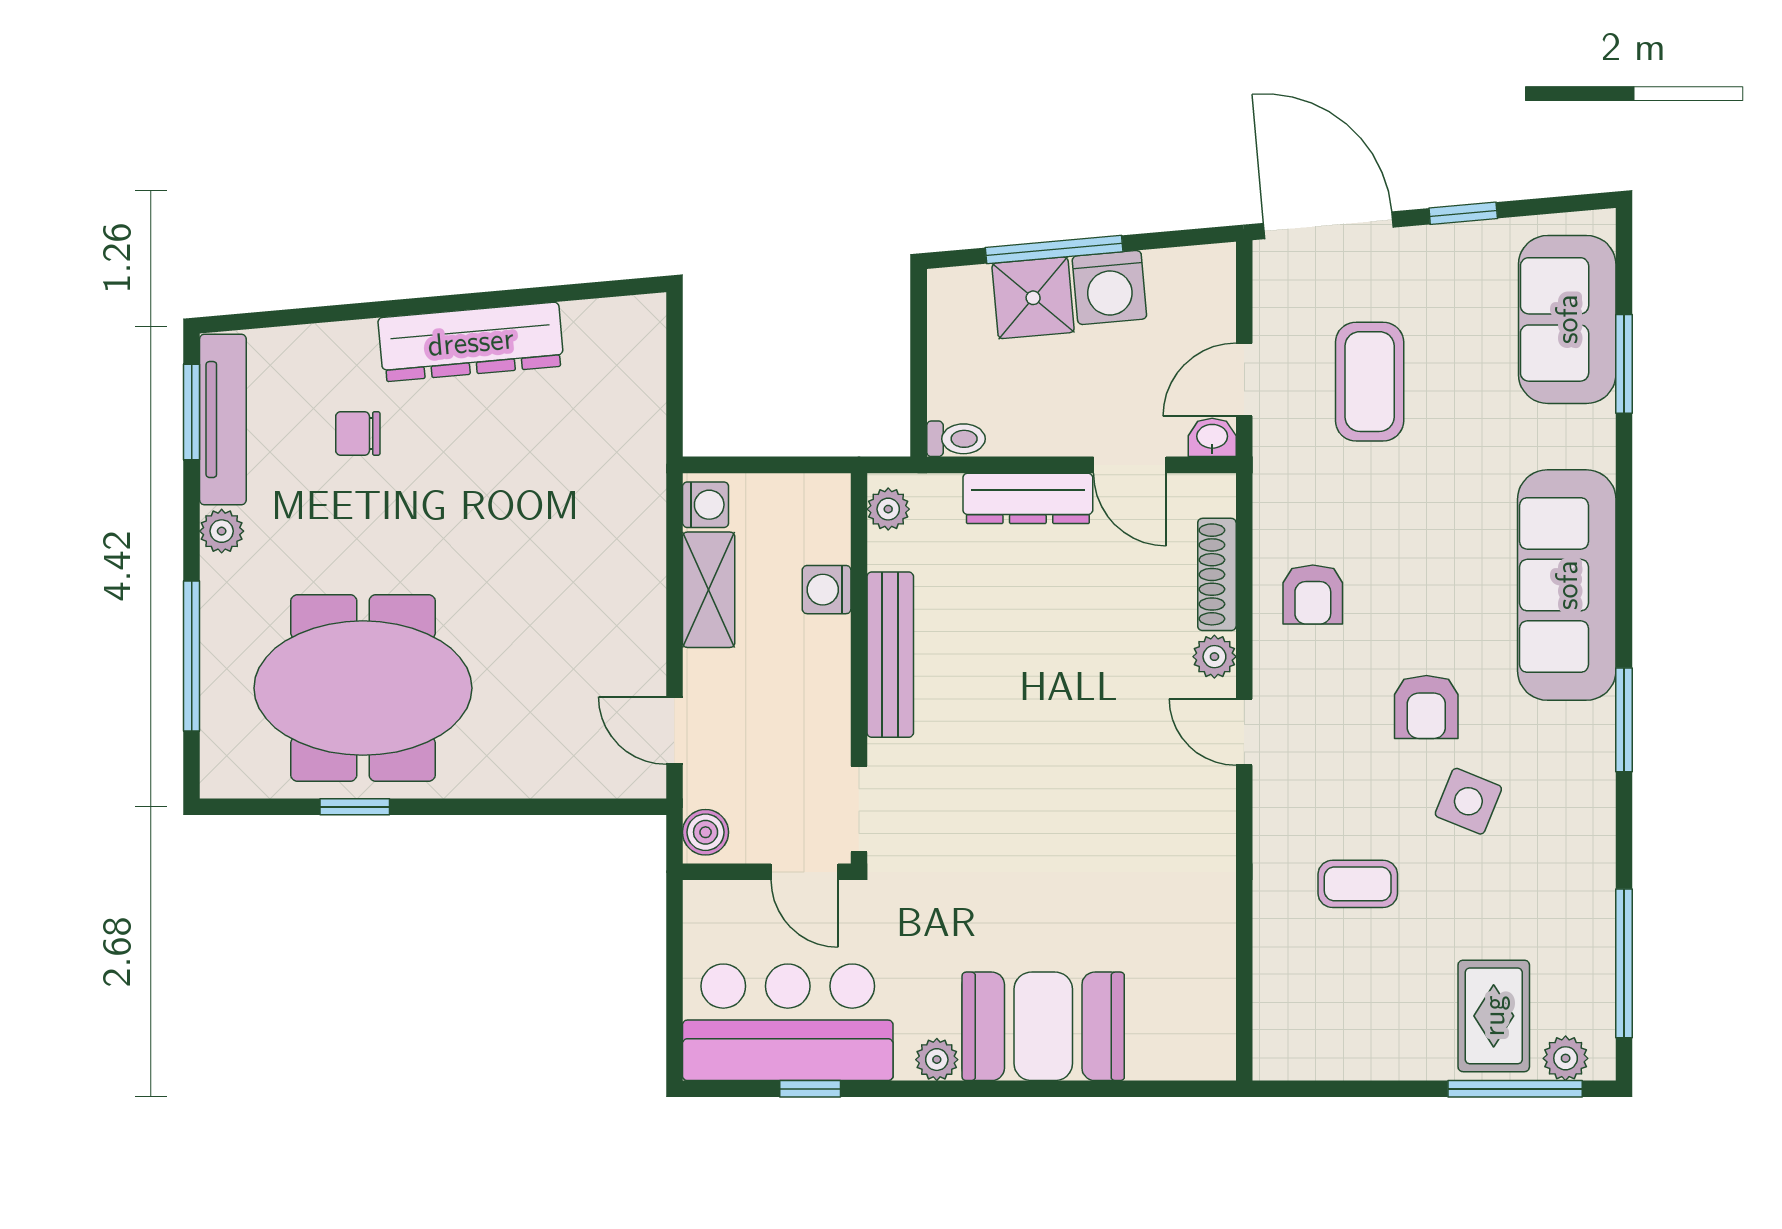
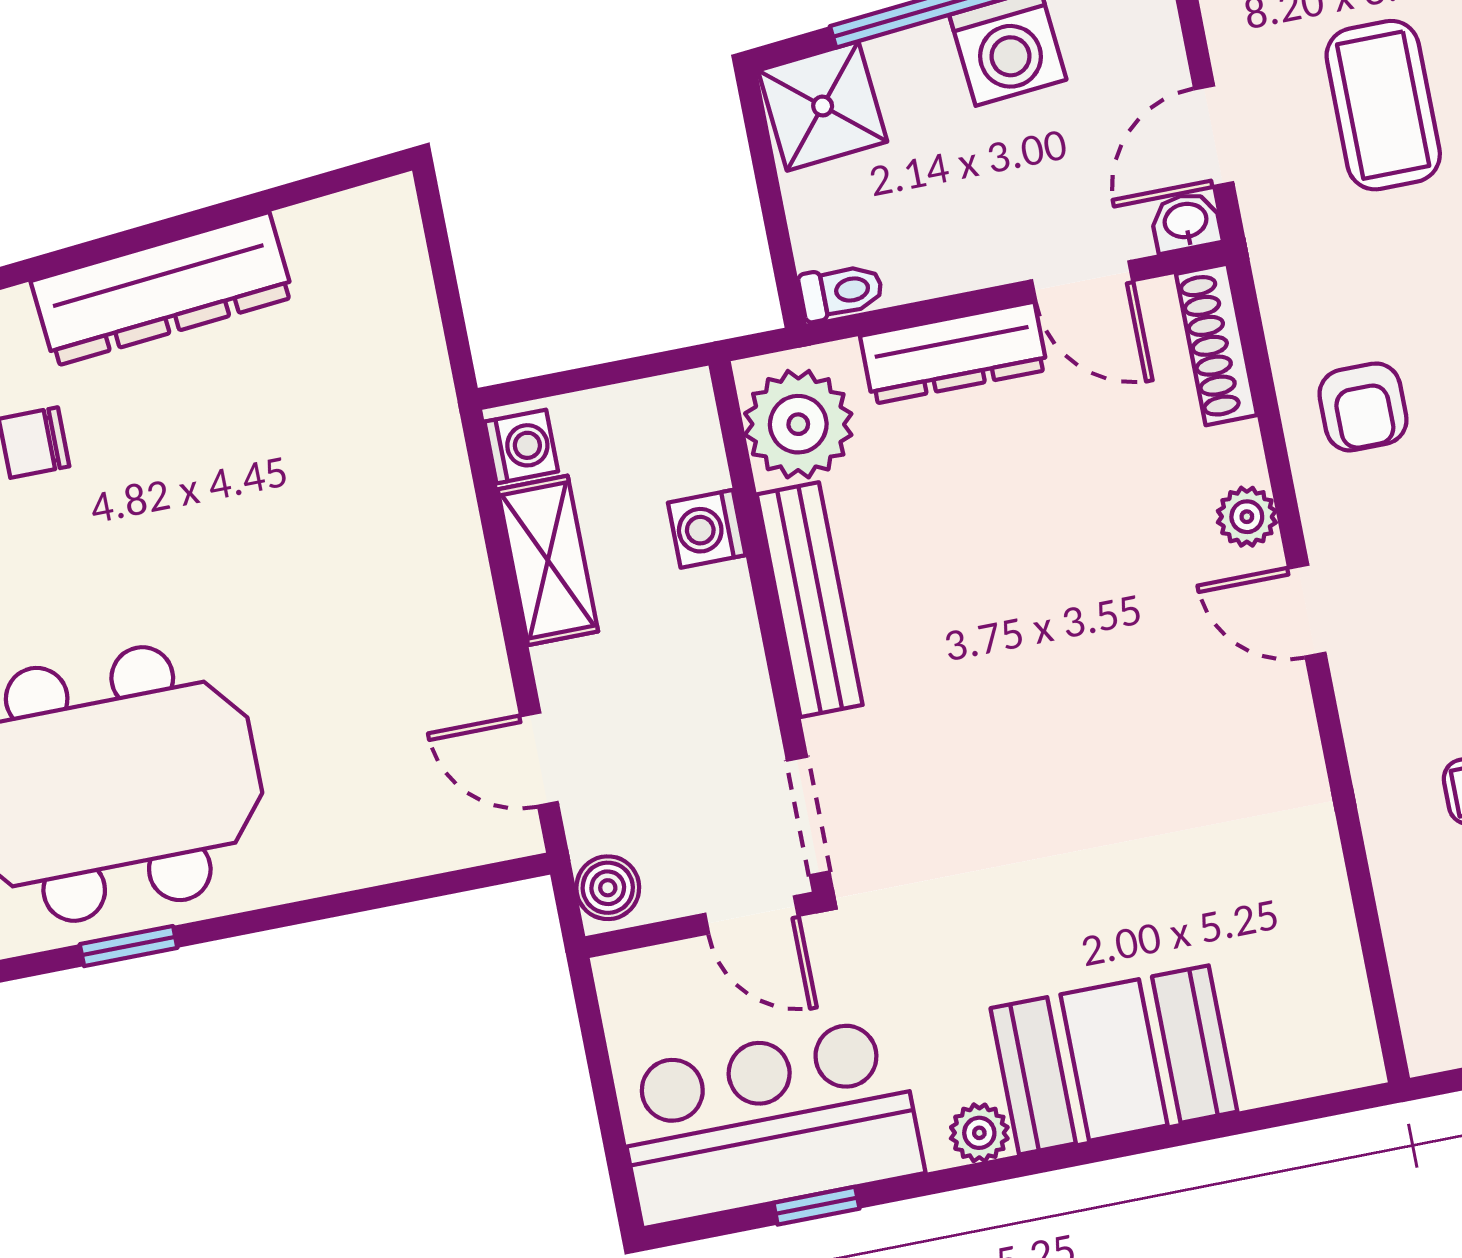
shower: (1033, 298) -> (823, 106), moved
plant: (888, 509) -> (798, 424), width x1.88, depth x1.88
shoe rack: (1217, 574) -> (1217, 344), moved

